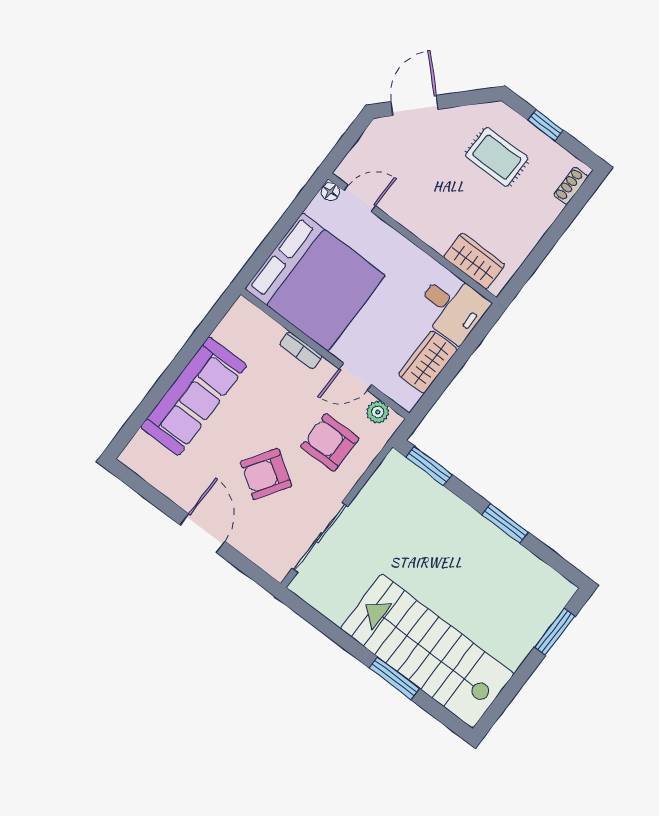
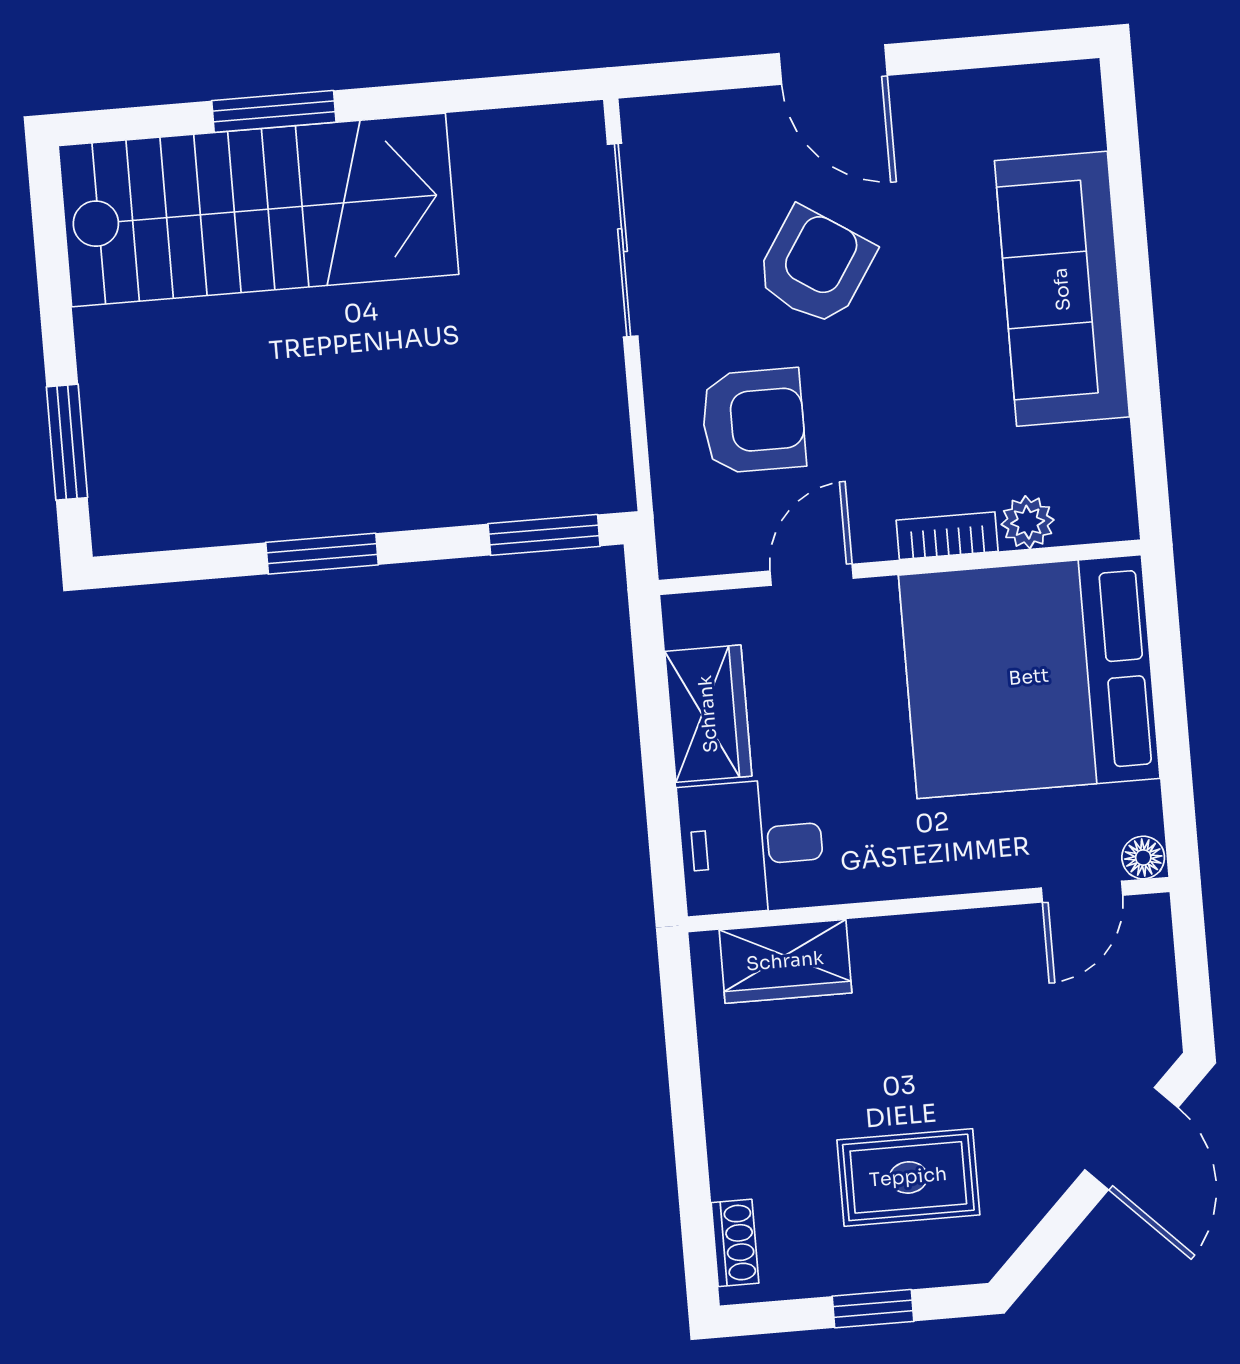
plant: (378, 412) -> (1028, 522), moved

